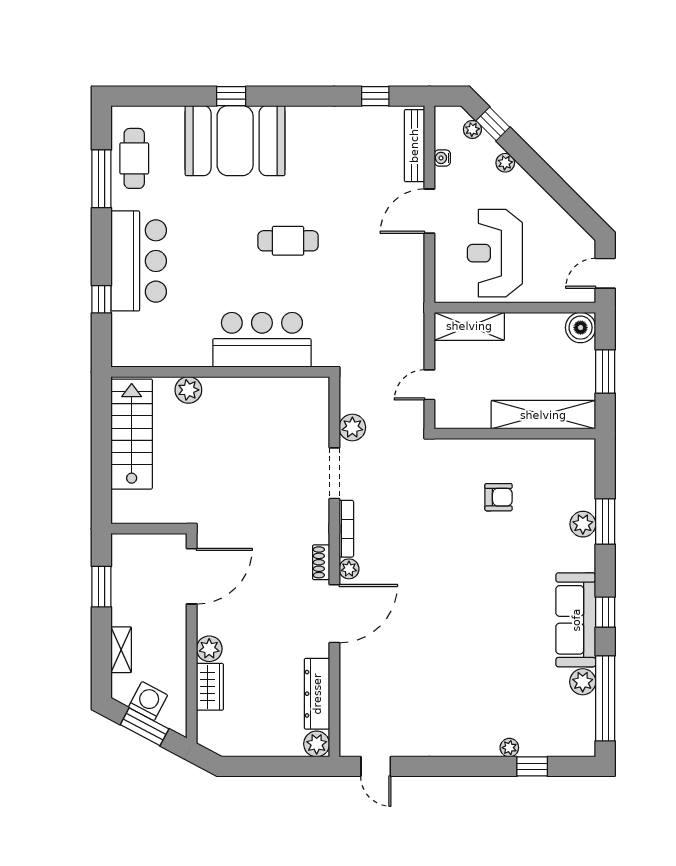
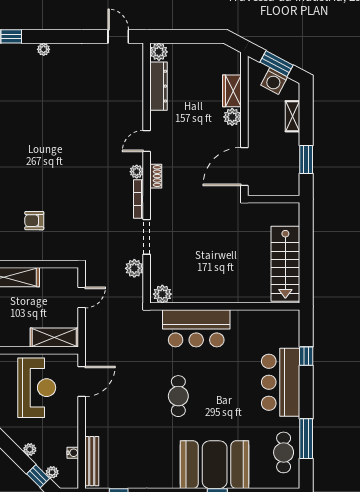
door: (429, 211) -> (82, 381), moved
cafe table: (288, 241) -> (178, 396), turned 90
plant: (188, 390) -> (162, 294), moved
door: (334, 614) -> (147, 141), width x0.53
plant: (509, 748) -> (44, 49), moved

